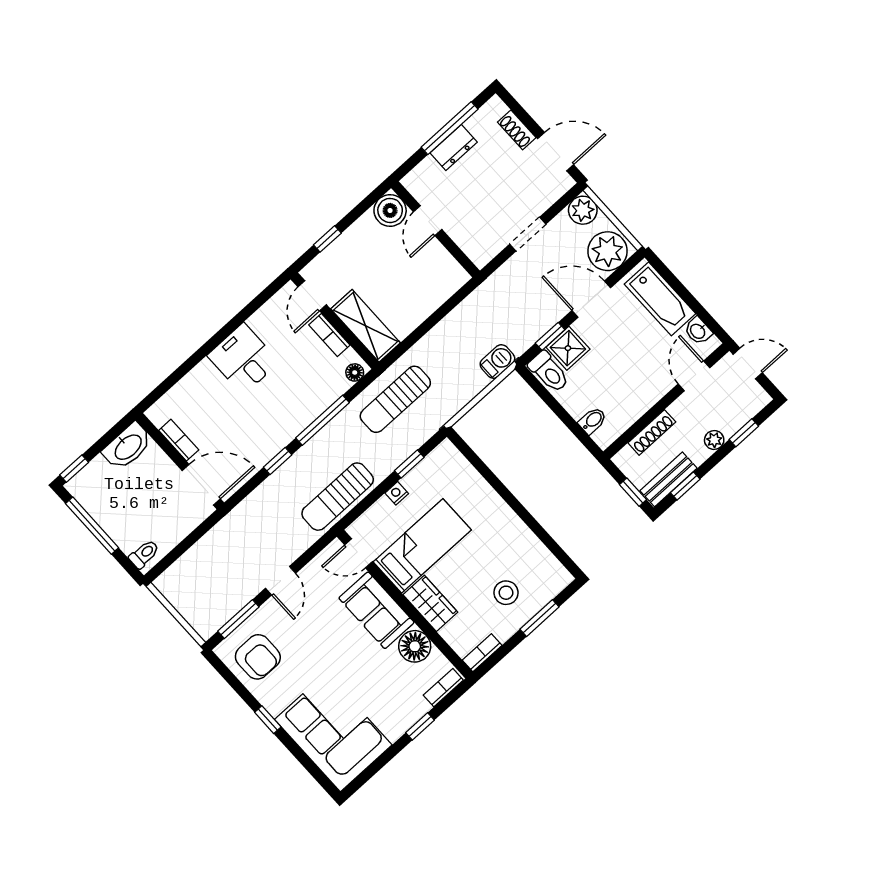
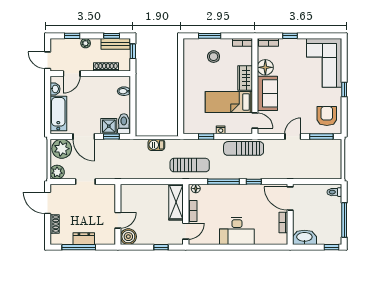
desk: (243, 359) -> (237, 231), width x1.37
barbecue: (497, 361) -> (156, 145), moved
sun lounger: (338, 497) -> (244, 148), turned 180

